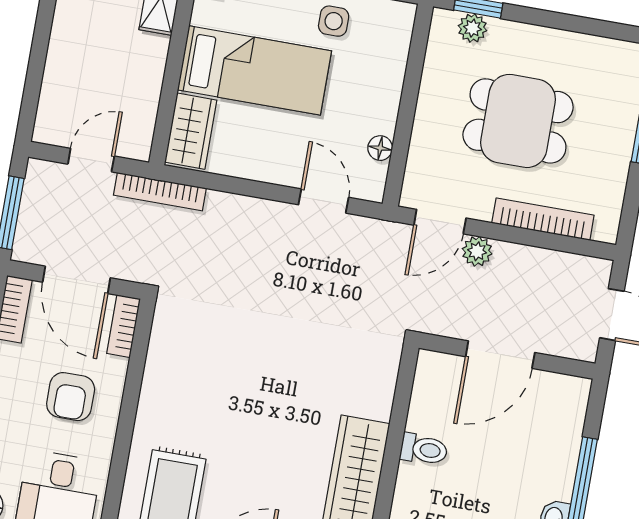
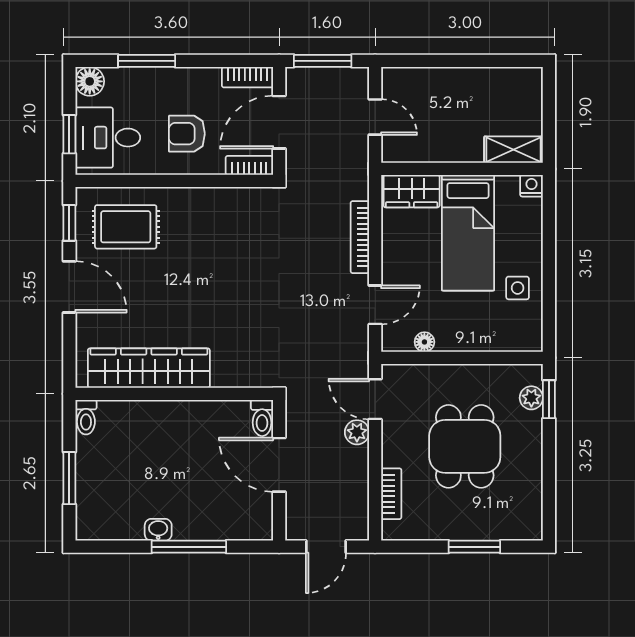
bookcase: (160, 192) -> (360, 237), moved
bookcase: (543, 219) -> (391, 494), width x0.64
toilet: (424, 449) -> (262, 418), moved

